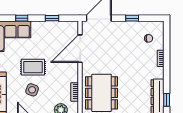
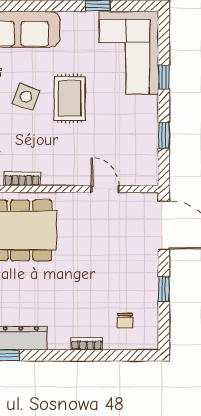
door: (80, 49) -> (105, 189), width x0.53

